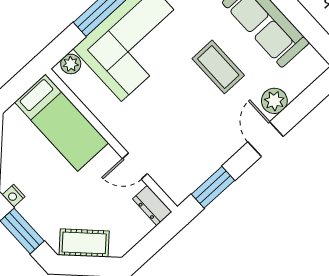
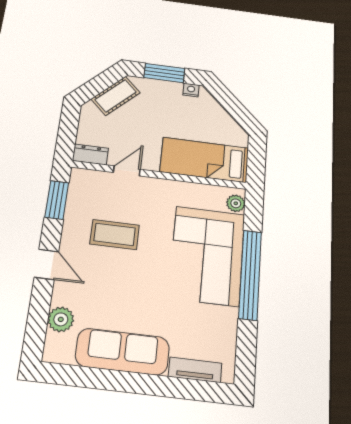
coffee table: (218, 67) -> (115, 234), moved
plant: (274, 101) -> (61, 319), moved

